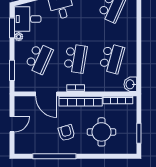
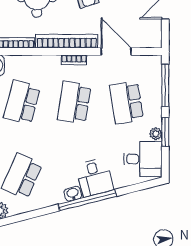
window: (12, 28) -> (165, 132), moved
school desk: (39, 58) -> (126, 102), turned -33
window: (12, 70) -> (165, 85), width x1.44

